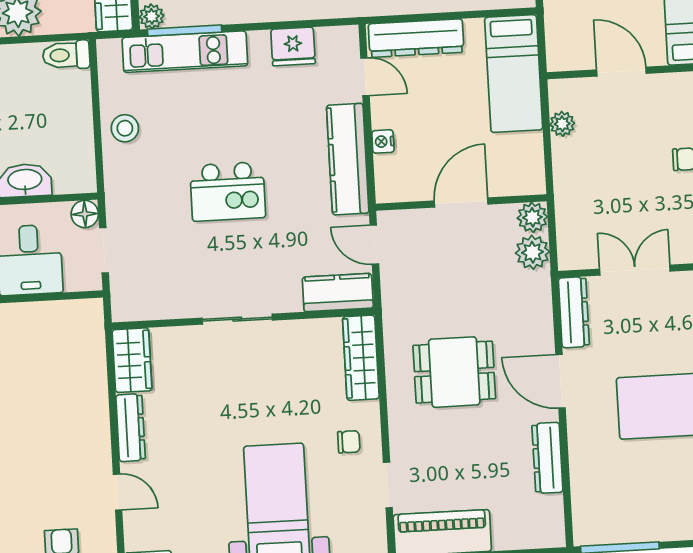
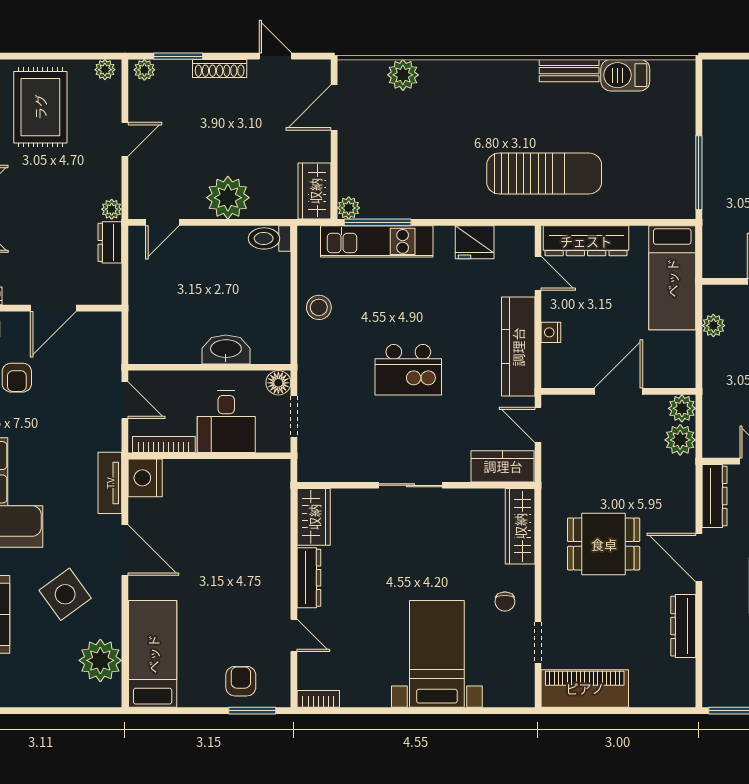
chair: (349, 442) -> (505, 602), turned 90

